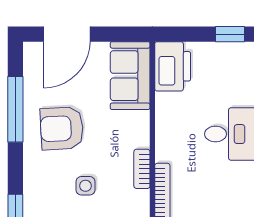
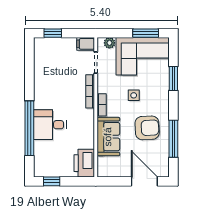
door: (67, 34) -> (144, 181), hinge flipped
sofa: (130, 76) -> (108, 137), moved

